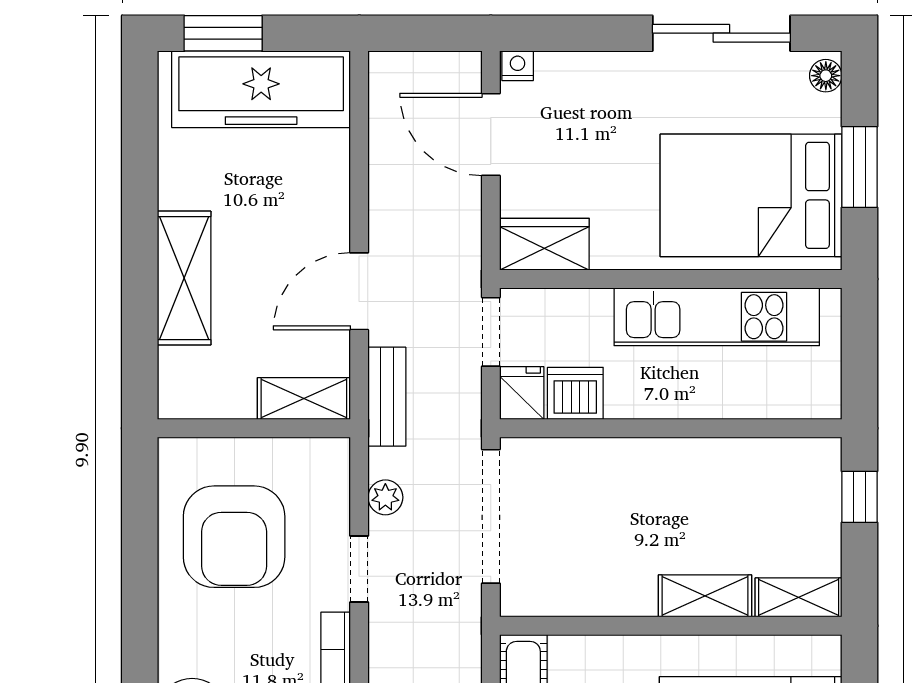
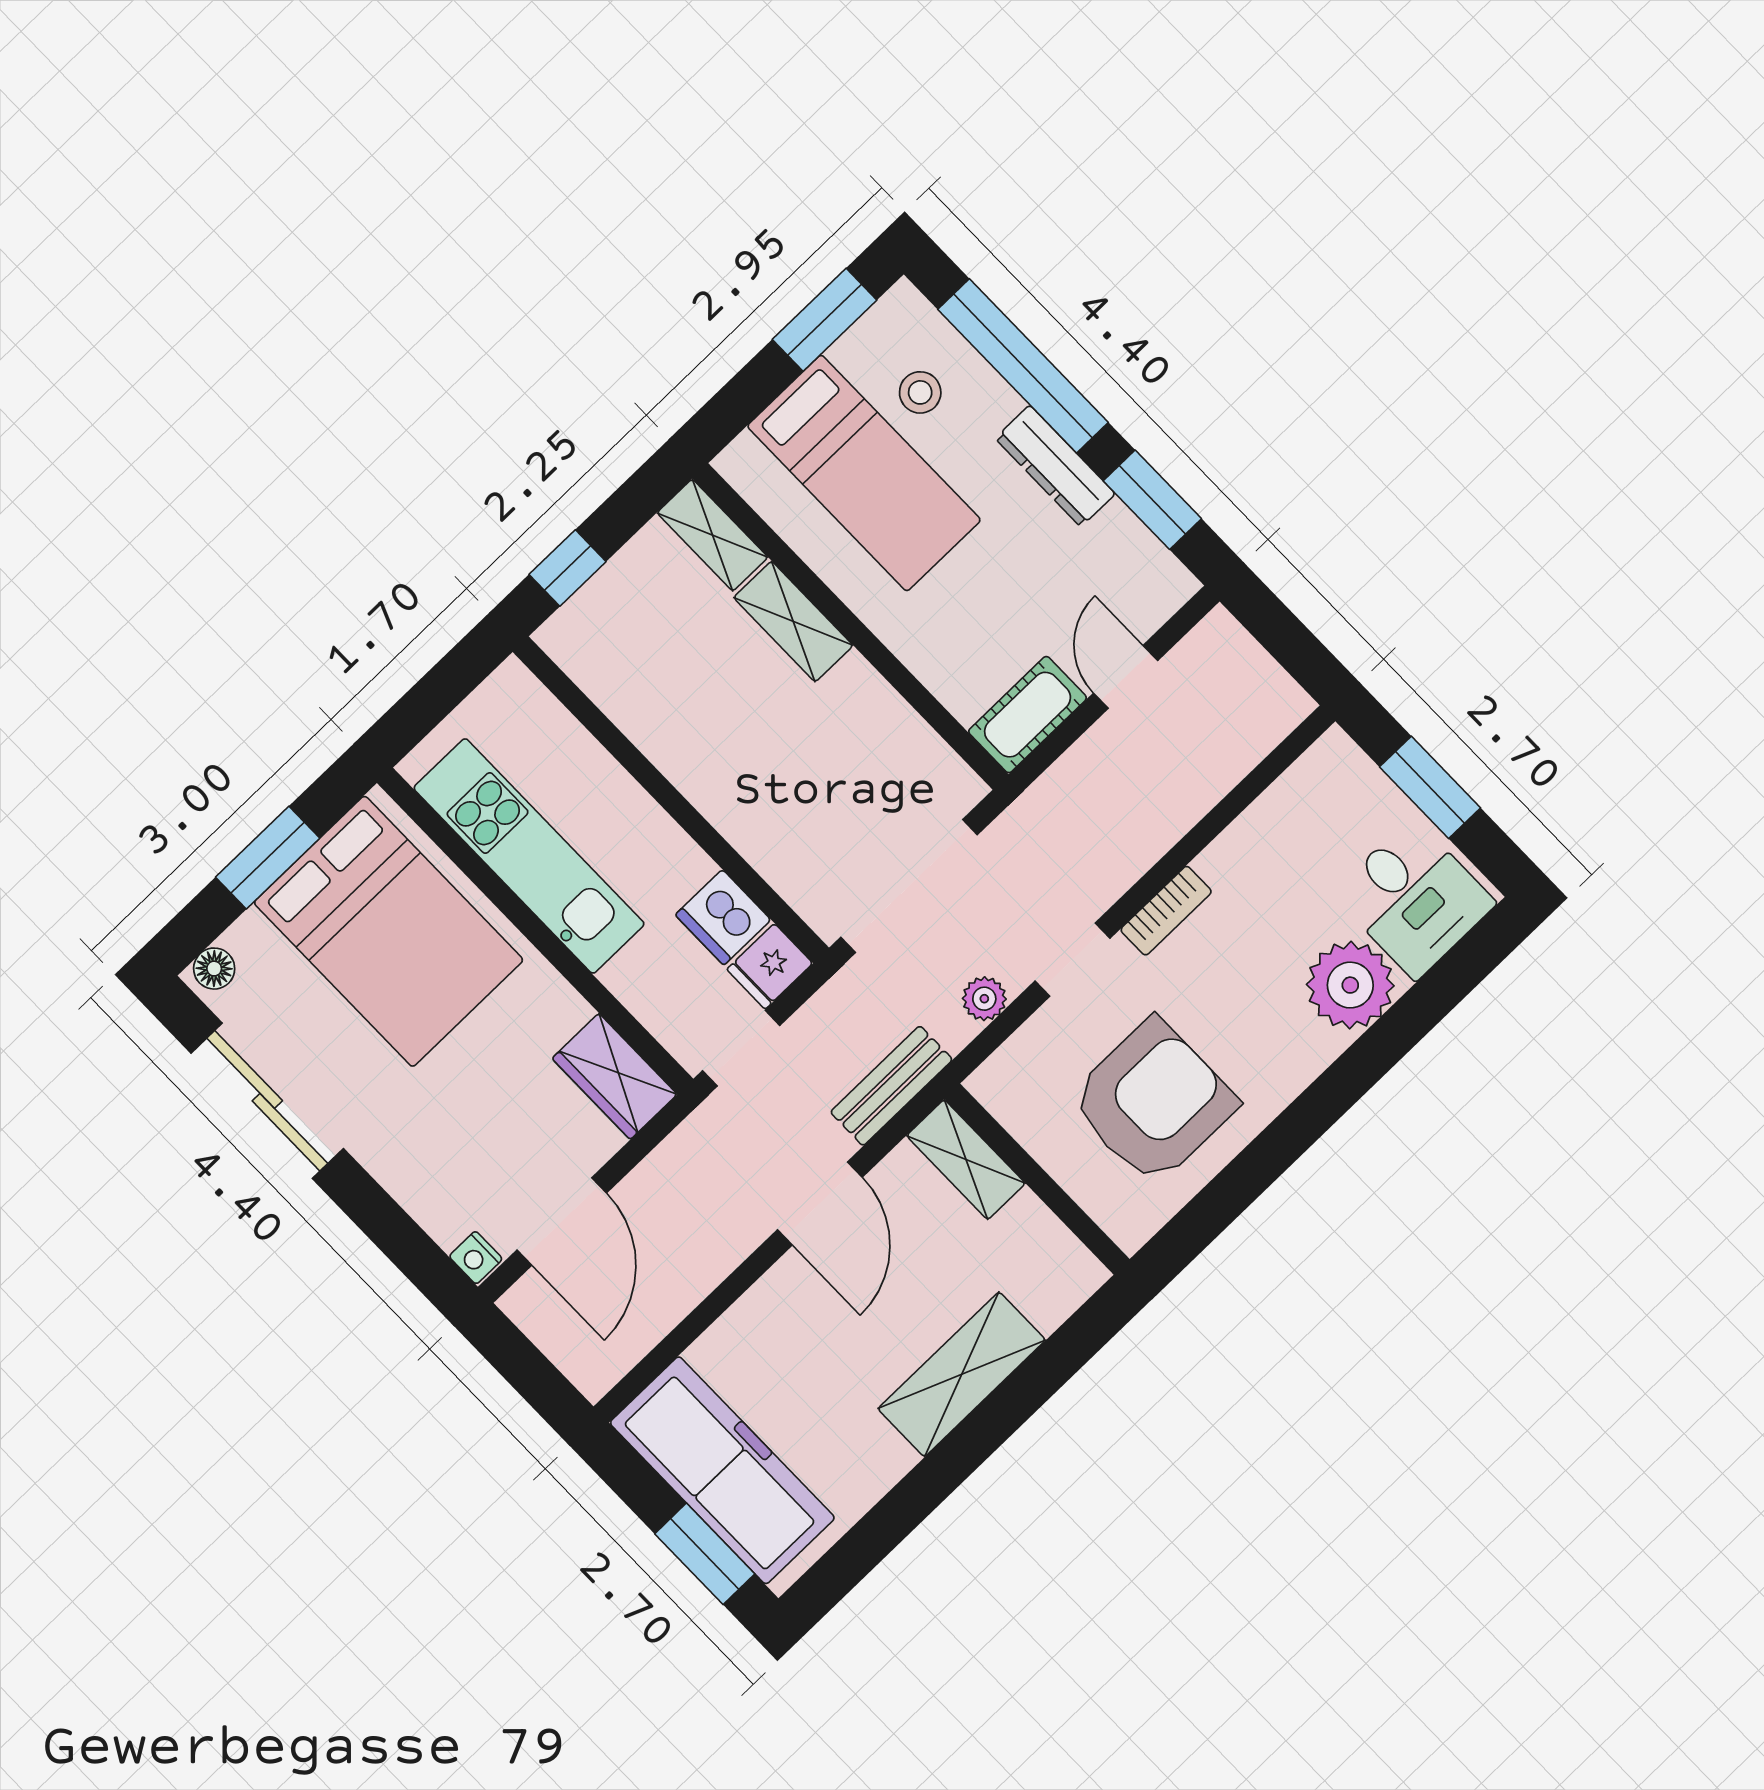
door: (359, 291) -> (820, 1204), hinge flipped

